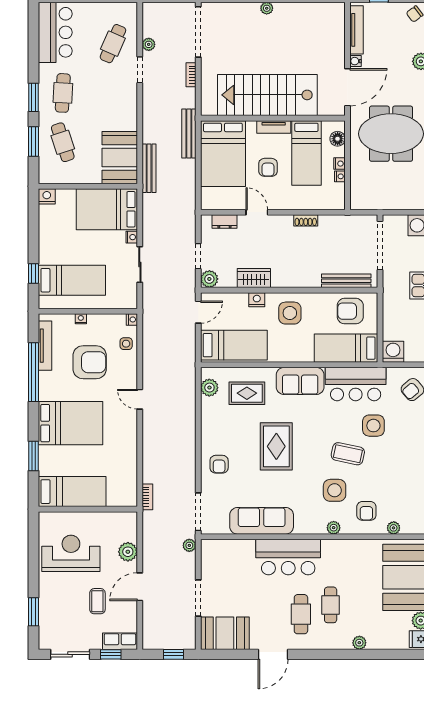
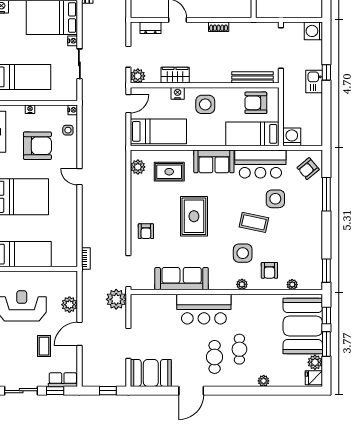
plant: (189, 545) -> (116, 299), width x1.88, depth x1.88

